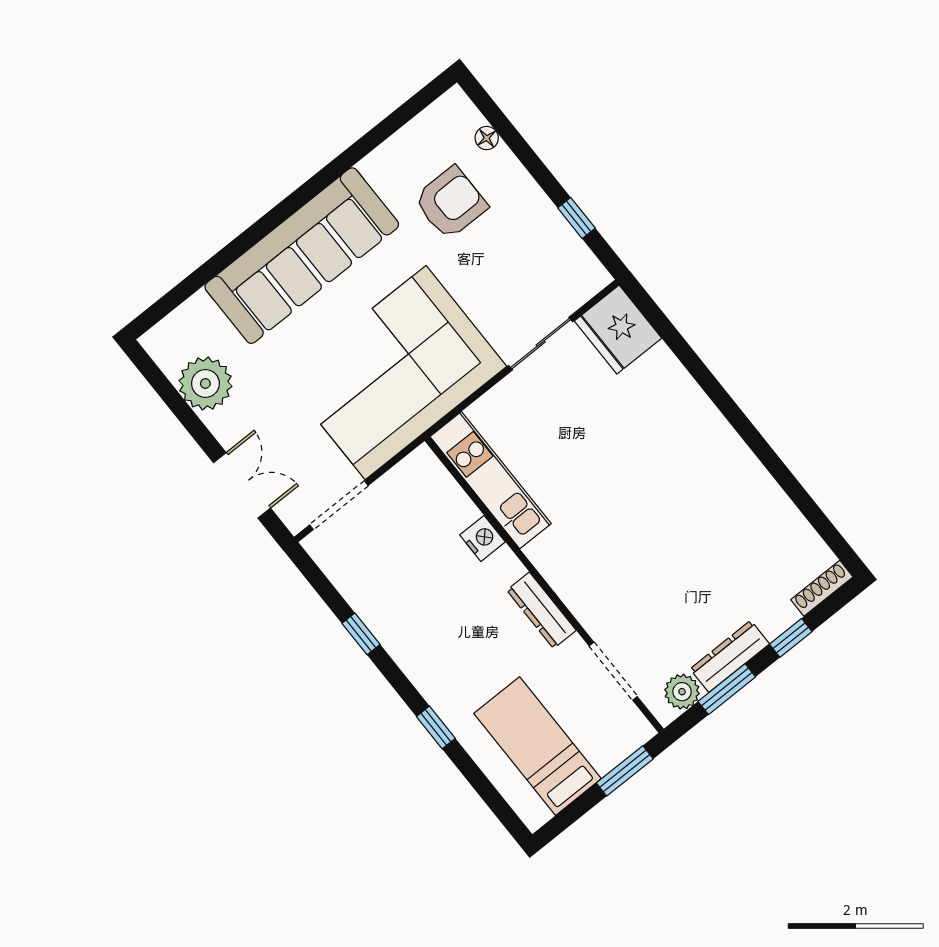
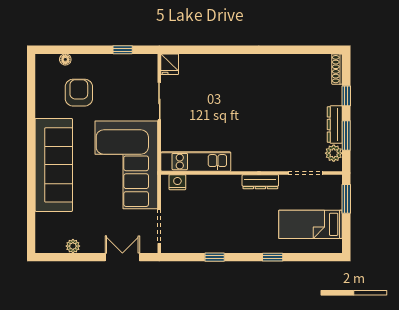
fridge: (618, 330) -> (170, 64), width x0.53, depth x0.75
plant: (205, 383) -> (73, 246), width x0.53, depth x0.53
nightstand: (483, 538) -> (177, 182), moved

